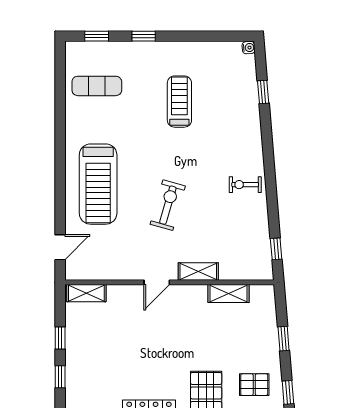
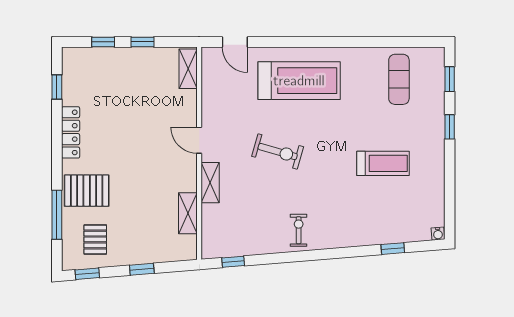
treadmill: (98, 184) -> (299, 81), turned 180

